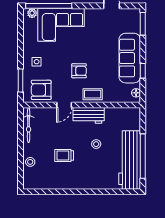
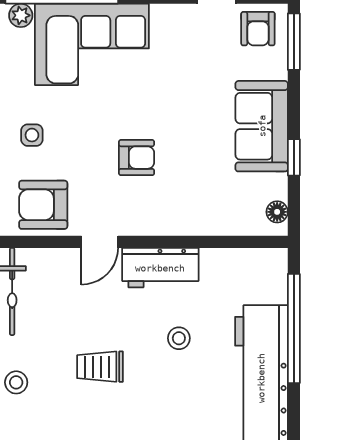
armchair: (128, 19) -> (258, 29), added
sofa: (130, 58) -> (262, 126), width x0.73
coffee table: (93, 94) -> (170, 215), removed
window: (143, 156) -> (294, 328), moved

